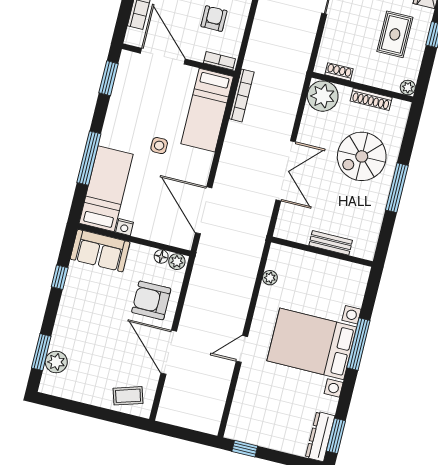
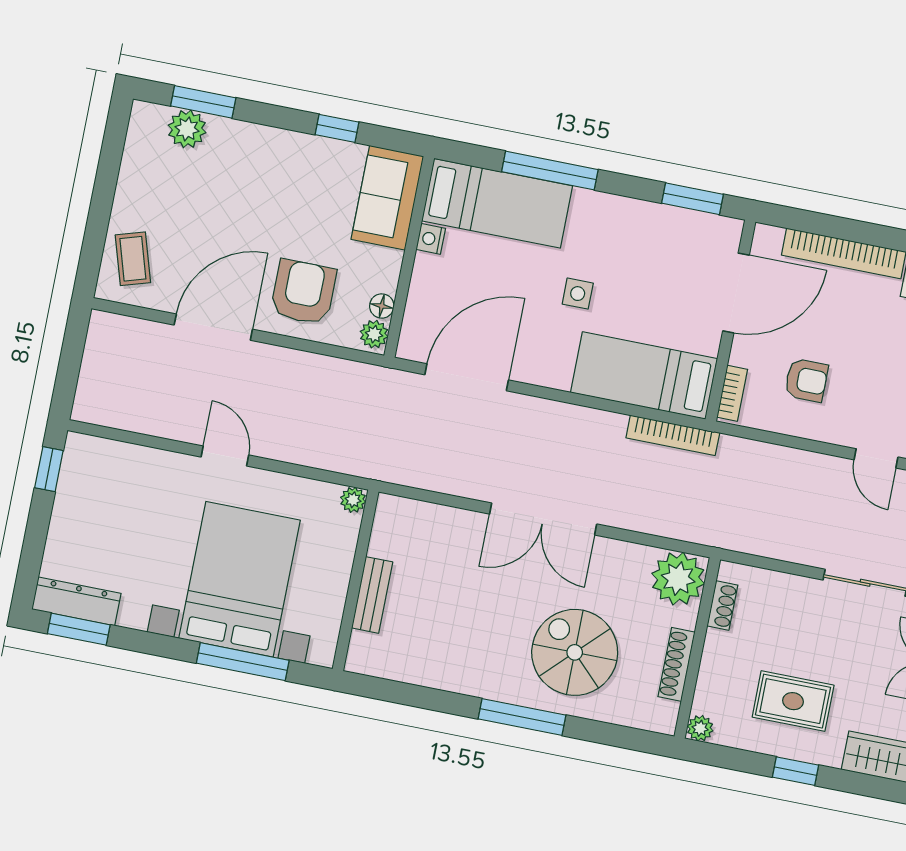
bench: (331, 243) -> (372, 595), moved
wall: (322, 252) -> (356, 580), moved

